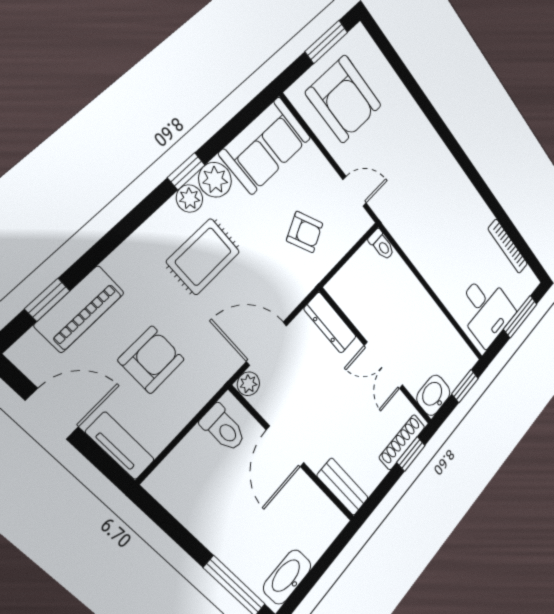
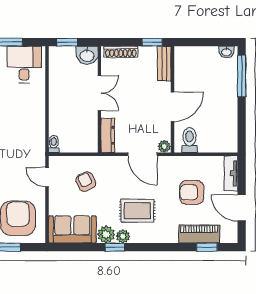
window: (411, 454) -> (152, 42), moved
washbasin: (287, 577) -> (226, 52), width x0.52, depth x0.69

